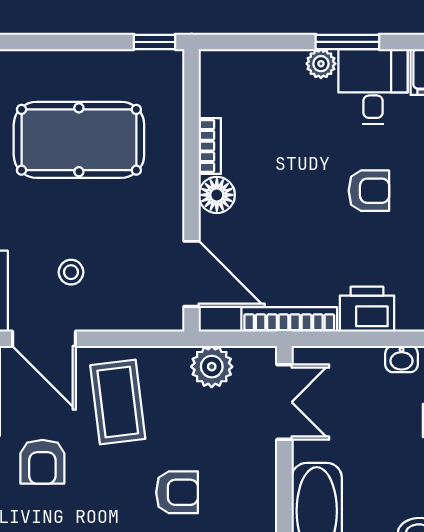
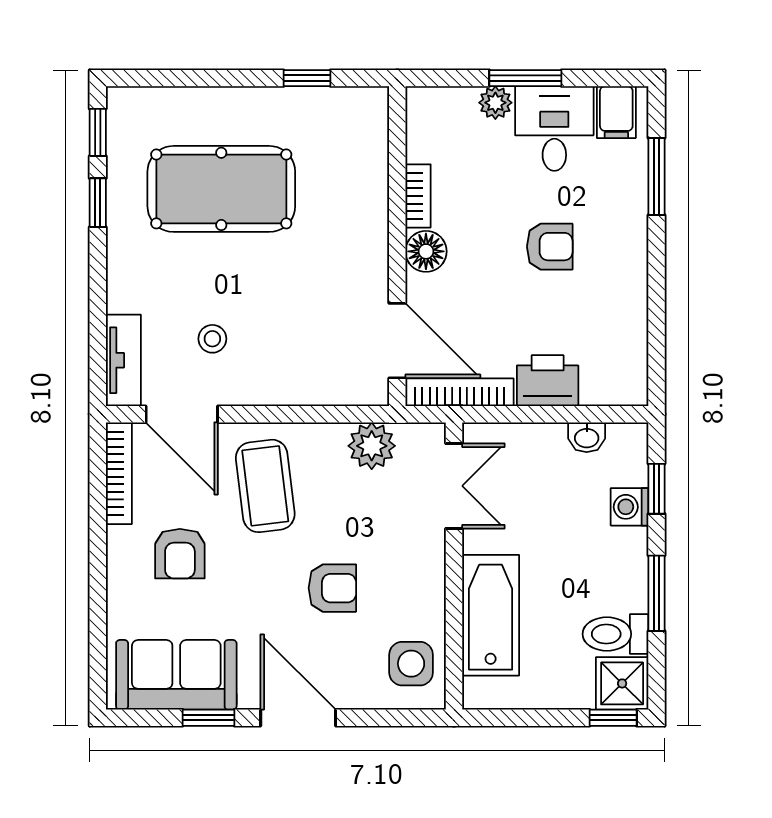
bookcase: (210, 146) -> (418, 196), moved
wall: (191, 190) -> (397, 246), moved
floor lamp: (217, 195) -> (426, 251), moved
door: (191, 274) -> (397, 341), moved

